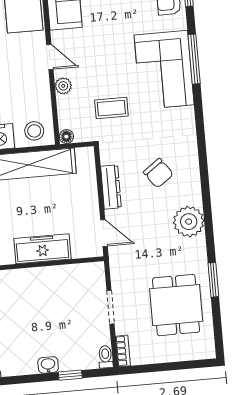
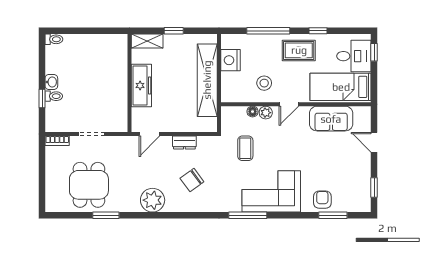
window: (194, 59) -> (248, 215), moved
stool: (34, 131) -> (264, 83), moved
floor lamp: (66, 137) -> (253, 112), moved
dresser: (111, 187) -> (184, 142), width x0.70
dining table: (176, 305) -> (89, 185), turned 90
toilet: (105, 357) -> (54, 96), moved

